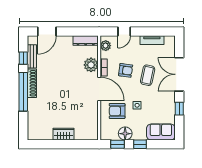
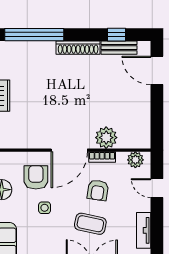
dresser: (86, 41) -> (143, 129), removed
window: (23, 92) -> (34, 35), moved

